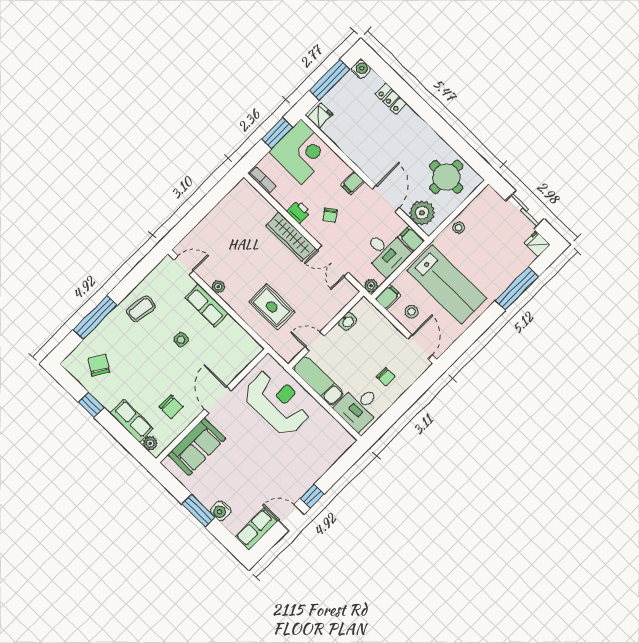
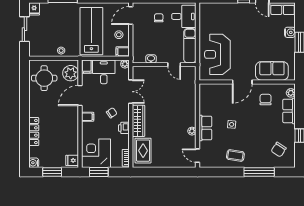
window: (329, 80) -> (52, 172), width x0.69
locker: (391, 99) -> (34, 132), width x1.53
rug: (272, 307) -> (143, 151), moved

